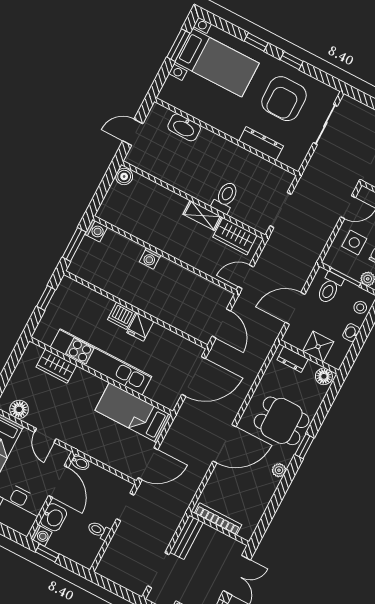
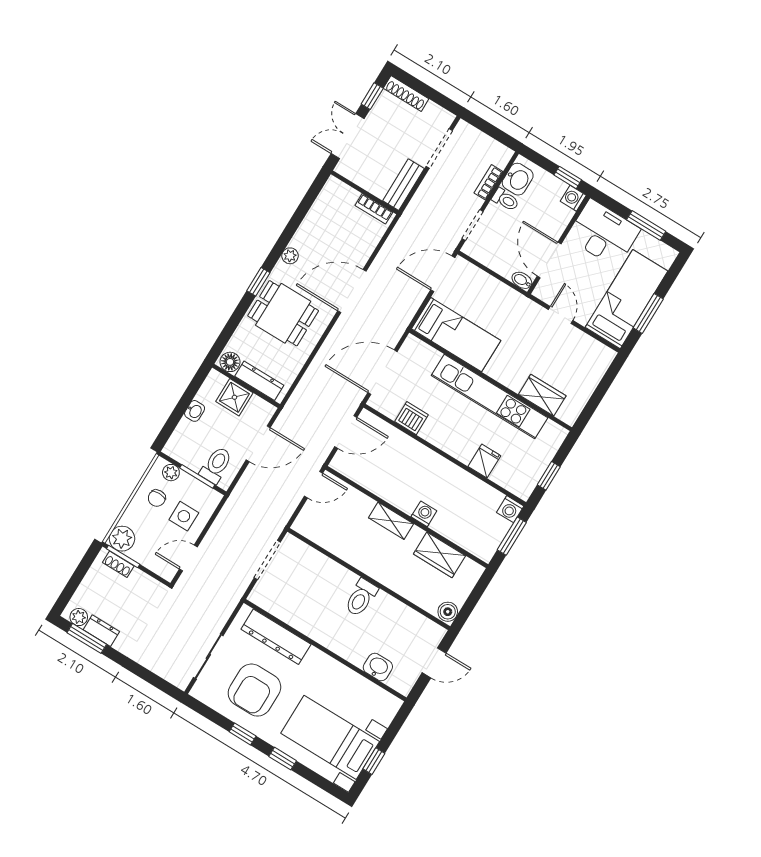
window: (178, 45) -> (374, 761), width x0.67
armchair: (284, 99) -> (254, 690), turned 180
washbasin: (184, 127) -> (378, 667), width x0.72
dresser: (261, 143) -> (276, 637), width x1.37, depth x1.24
toilet: (225, 197) -> (361, 598), moved
shelving: (202, 215) -> (391, 521), moved
washing machine: (96, 231) -> (510, 509), moved, turned -90
wardrobe: (235, 236) -> (439, 555), moved, turned 180
stool: (360, 307) -> (182, 440), removed
dishwasher: (122, 316) -> (411, 418), moved
door: (221, 324) -> (346, 432), swing flipped
fridge: (140, 327) -> (484, 461), moved
dresser: (293, 359) -> (259, 381), width x1.44
floor lamp: (19, 409) -> (589, 348), removed
washbasin: (54, 517) -> (518, 179), moved, turned 180
bookcase: (218, 519) -> (374, 209), width x0.64
bookcase: (114, 544) -> (488, 182), added

